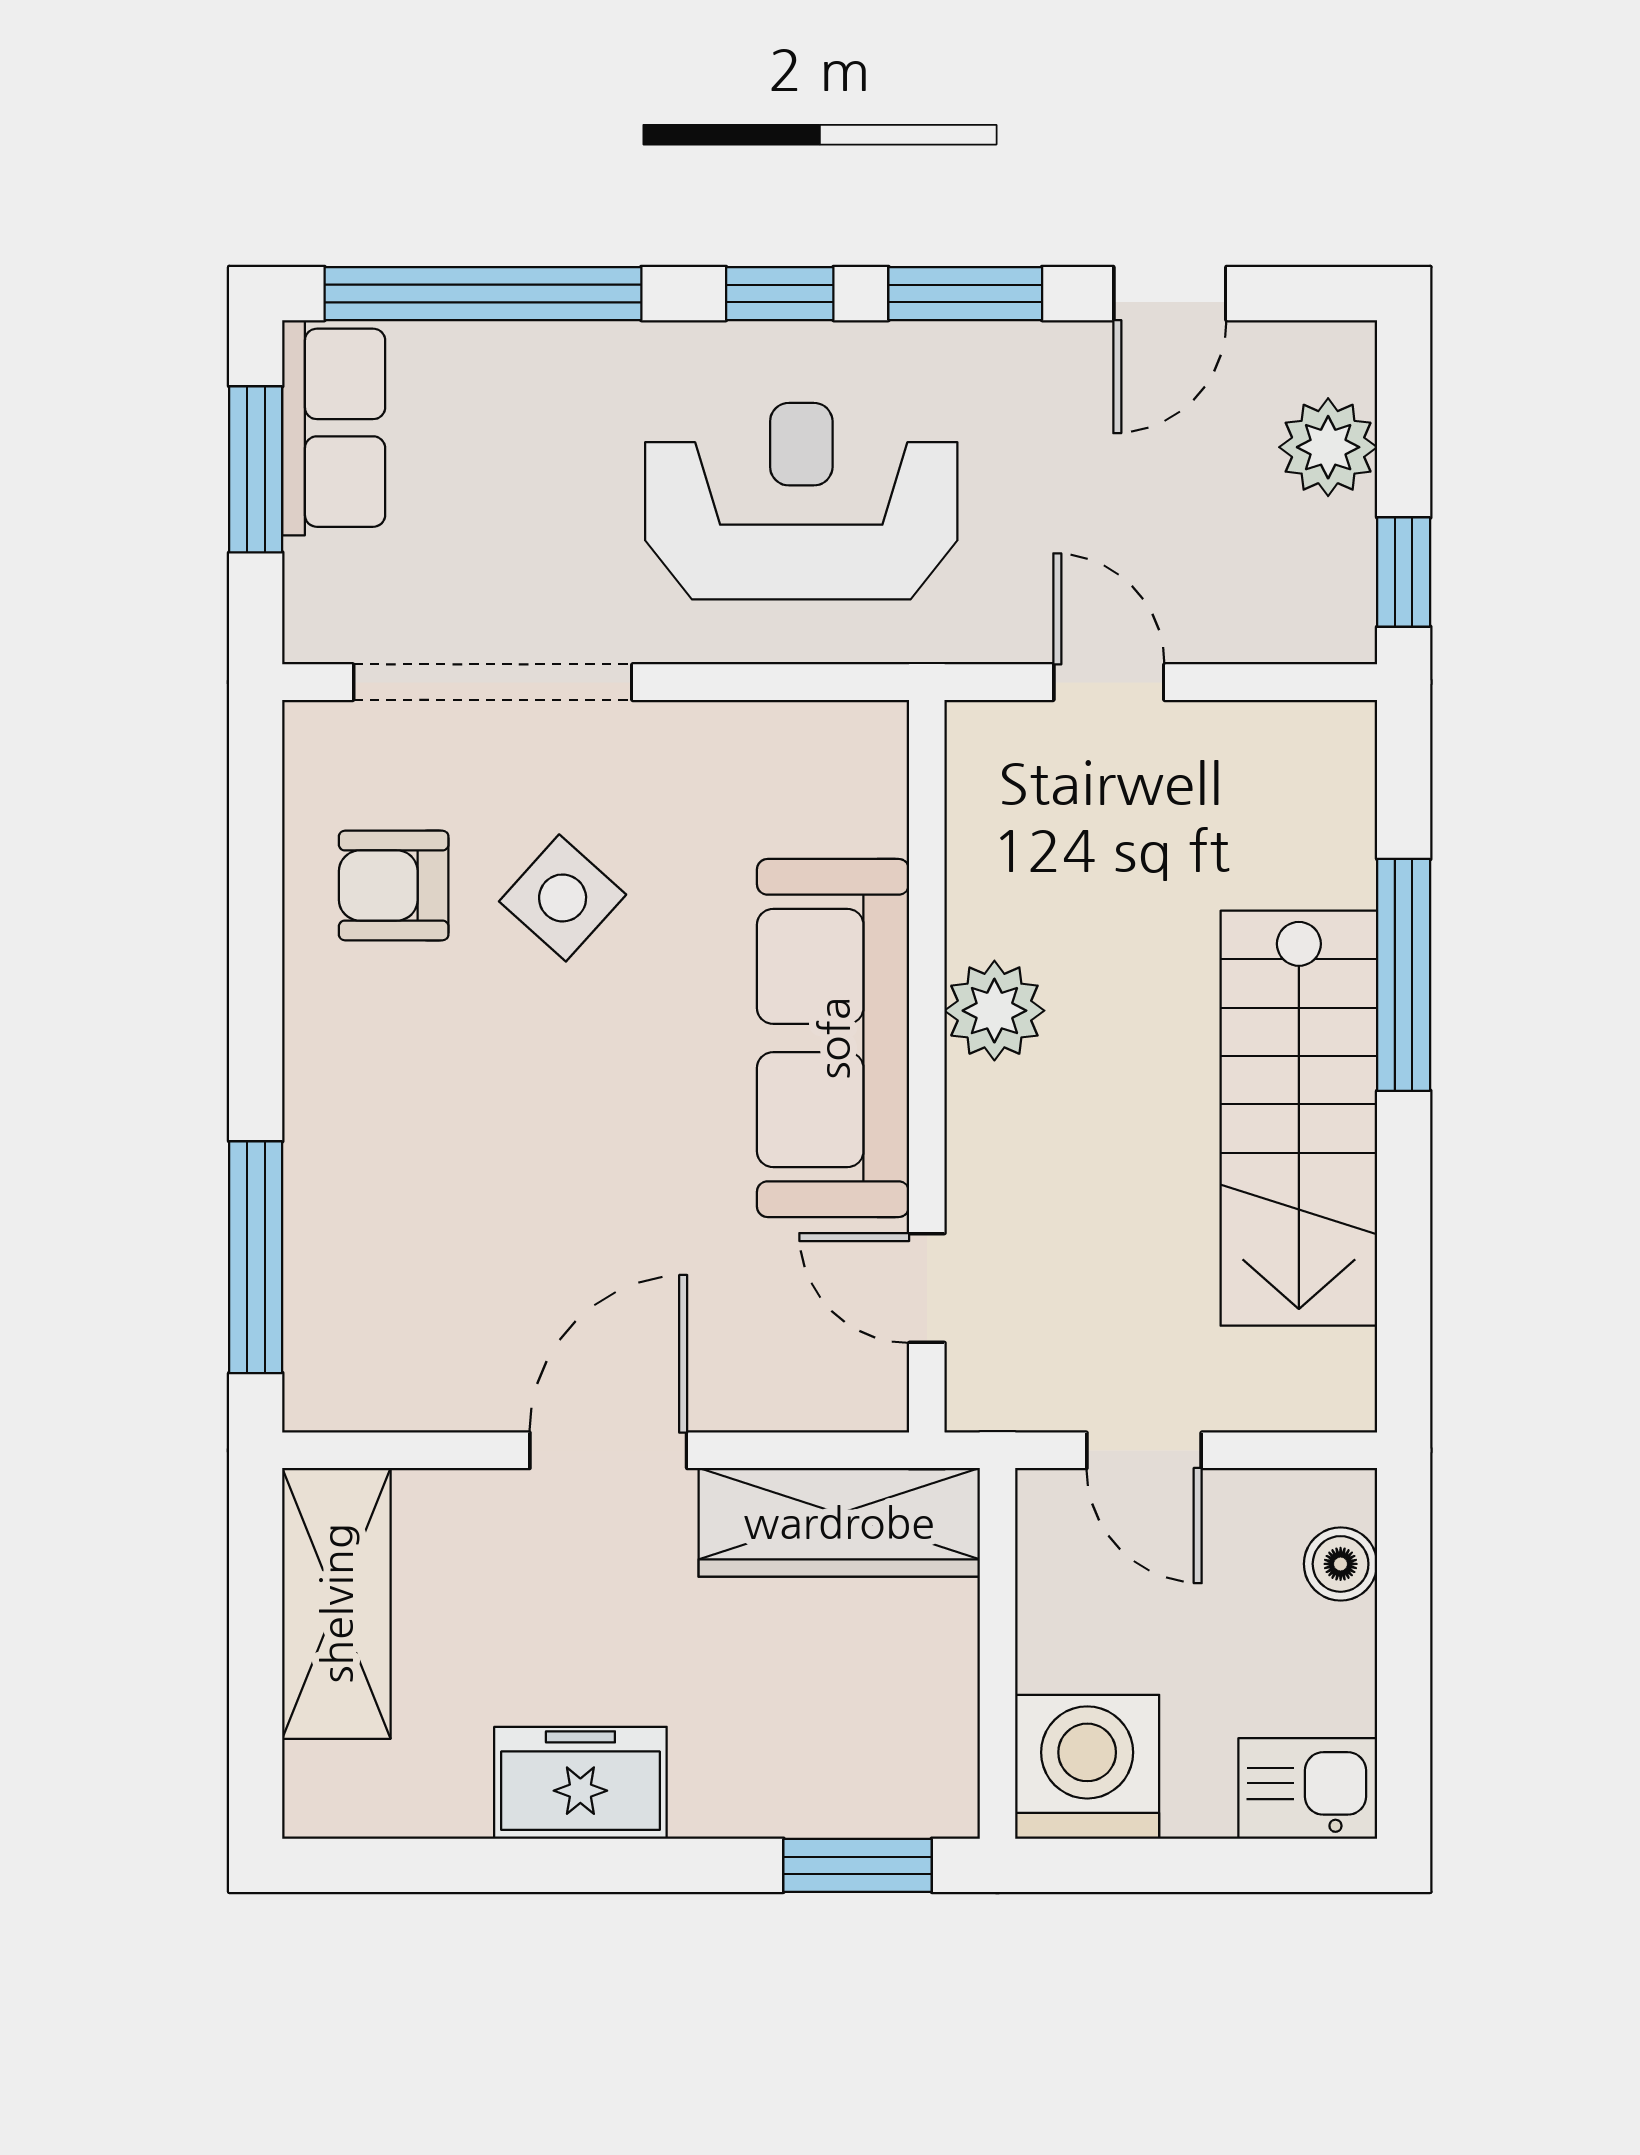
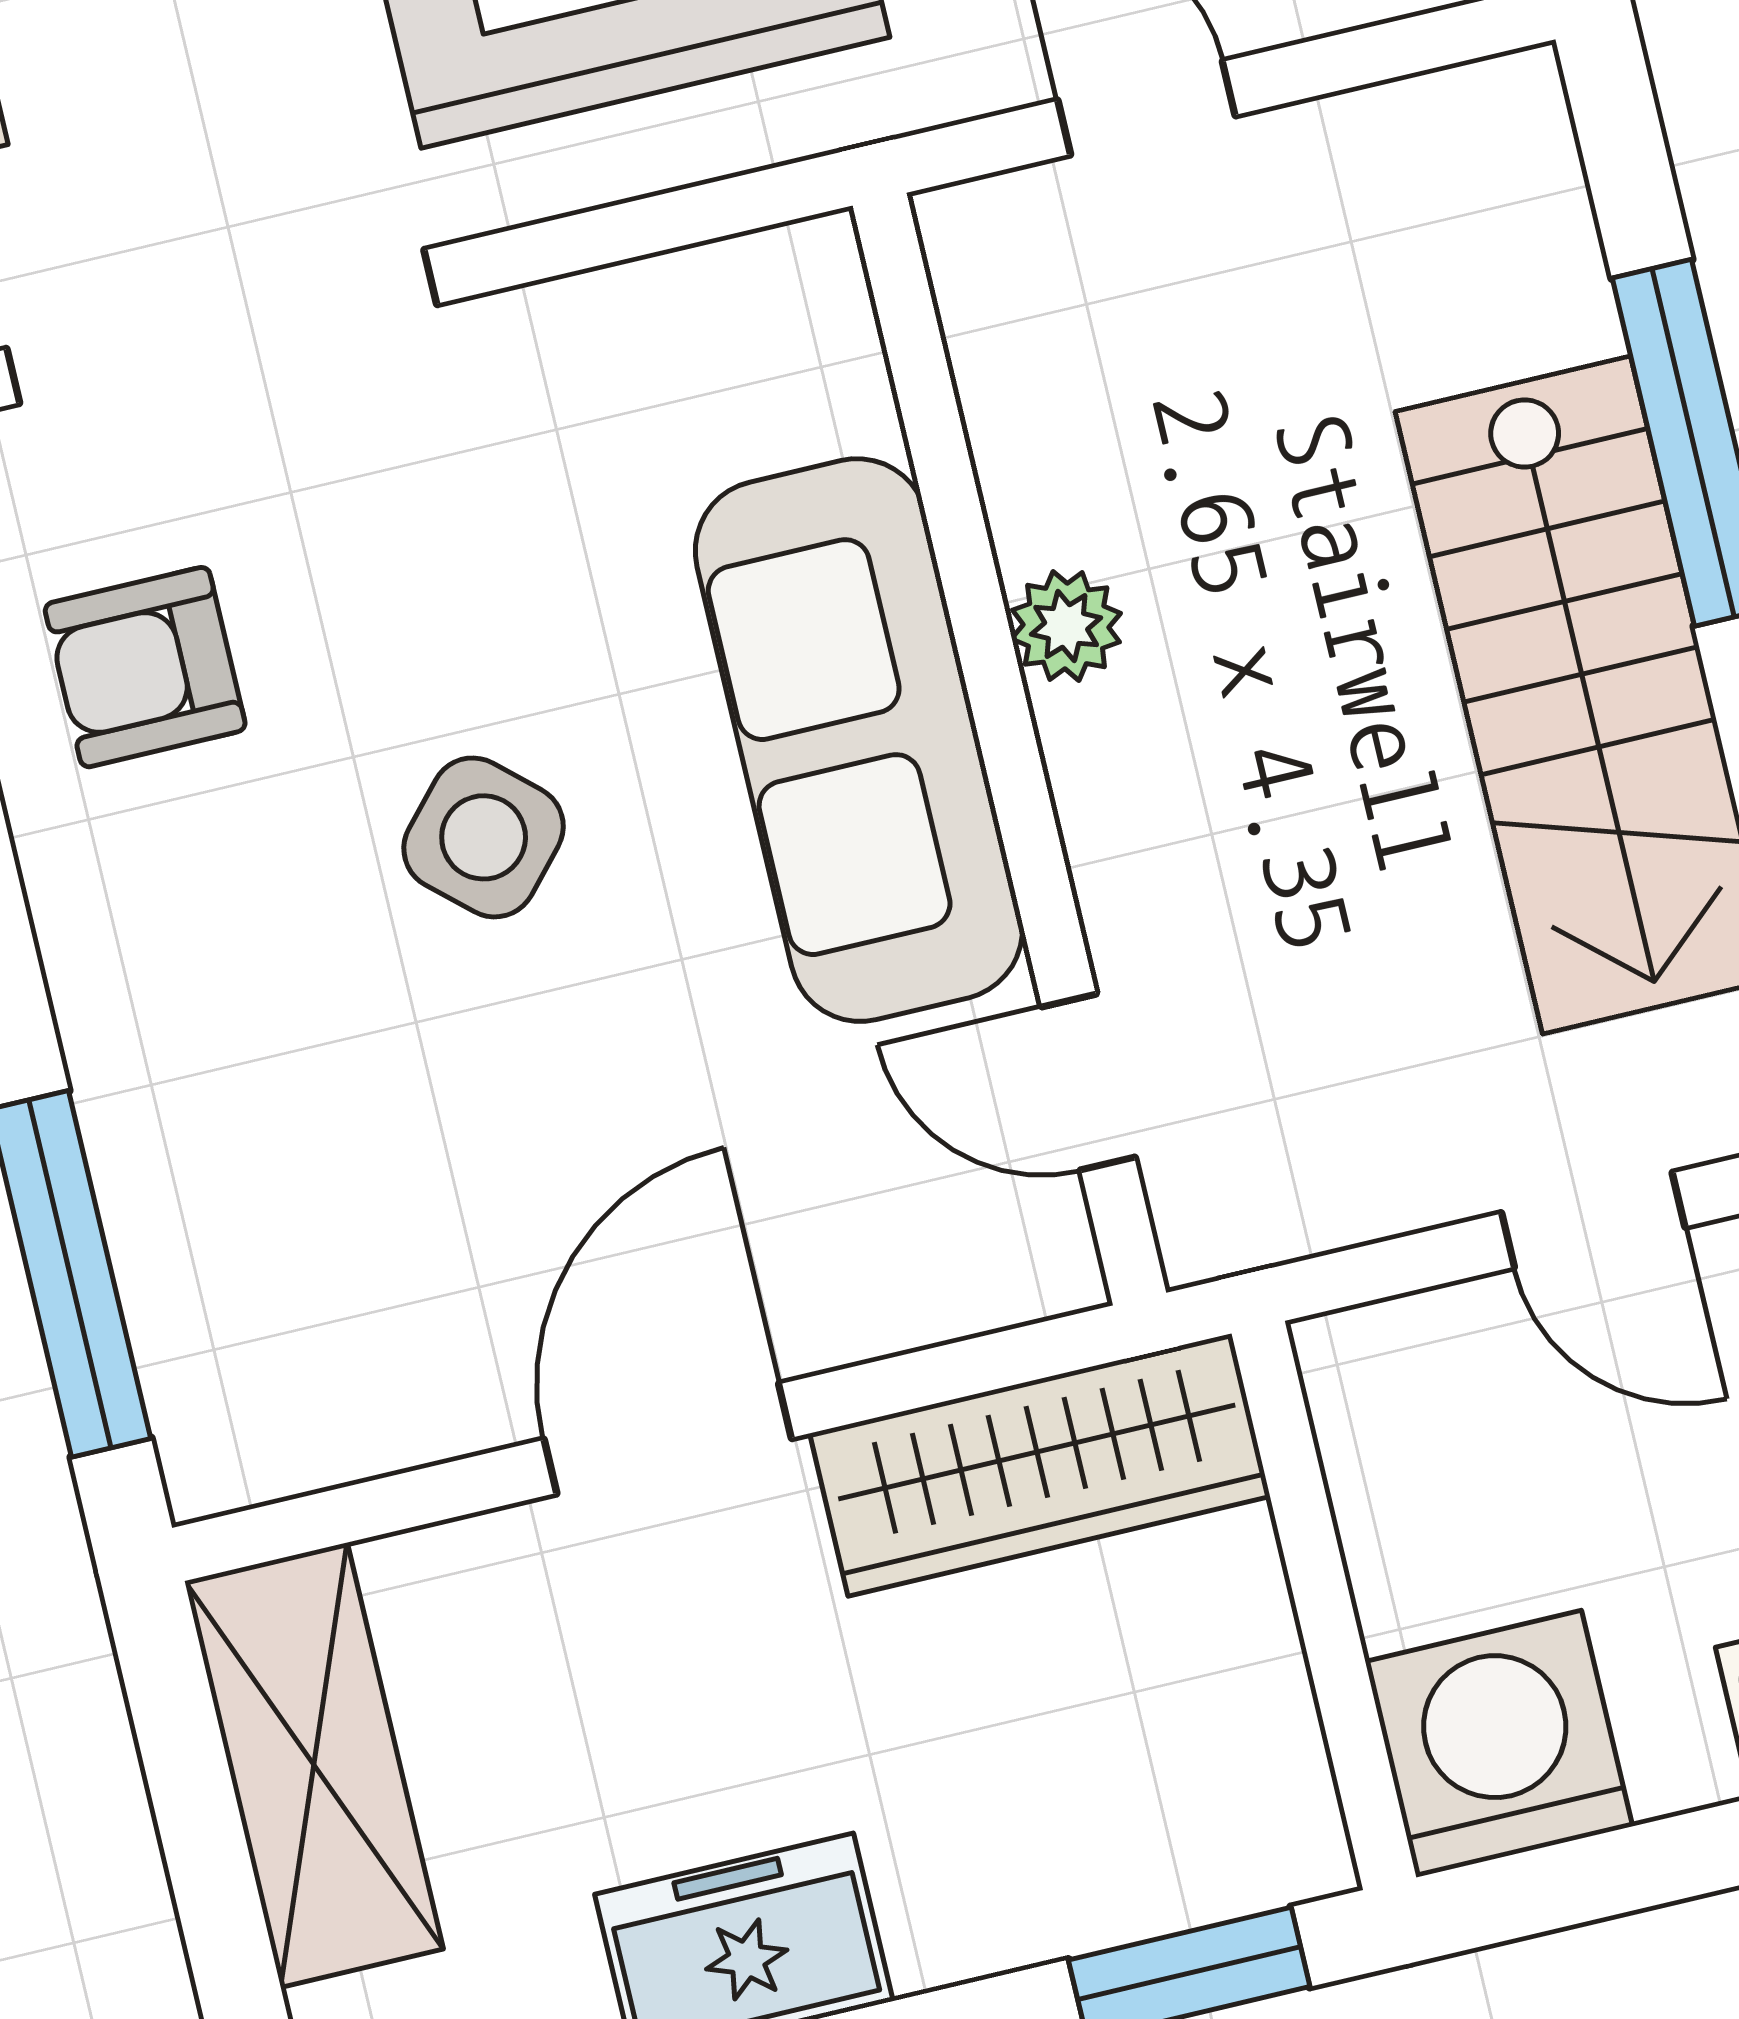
side table: (563, 898) -> (484, 837), moved
plant: (994, 1011) -> (1066, 626), width x0.73, depth x0.73
door: (1144, 1450) -> (1593, 1220), moved

